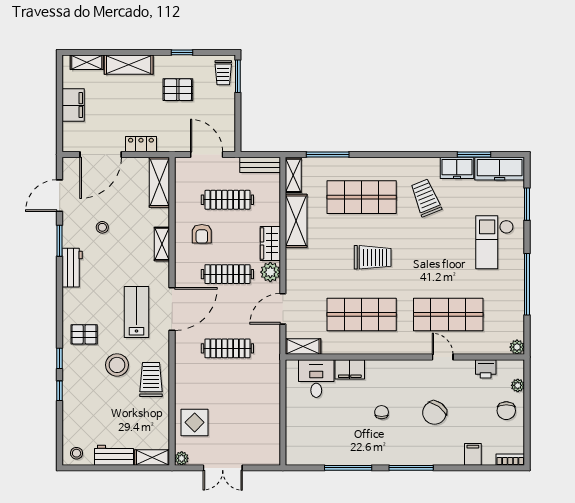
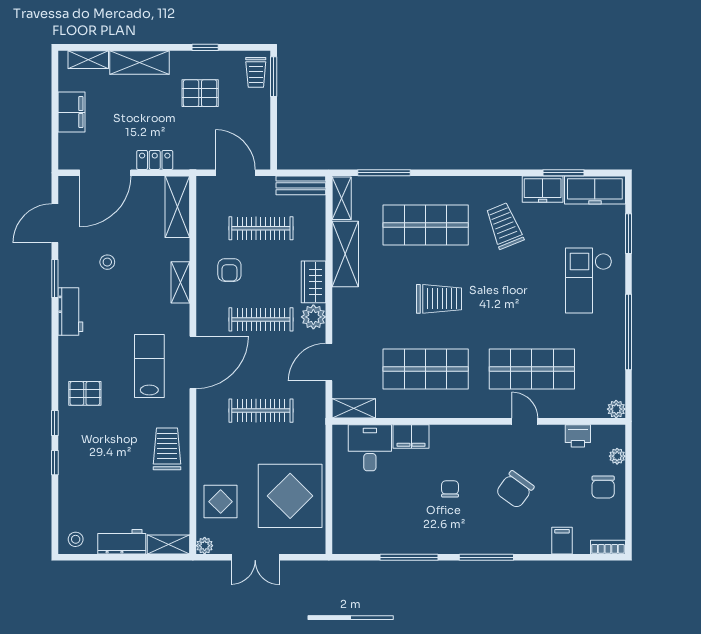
stool: (117, 365) -> (125, 431), removed
display table: (251, 418) -> (290, 496), added

